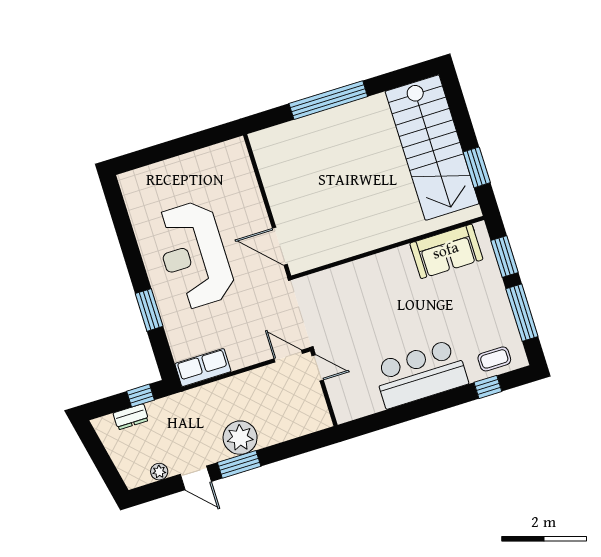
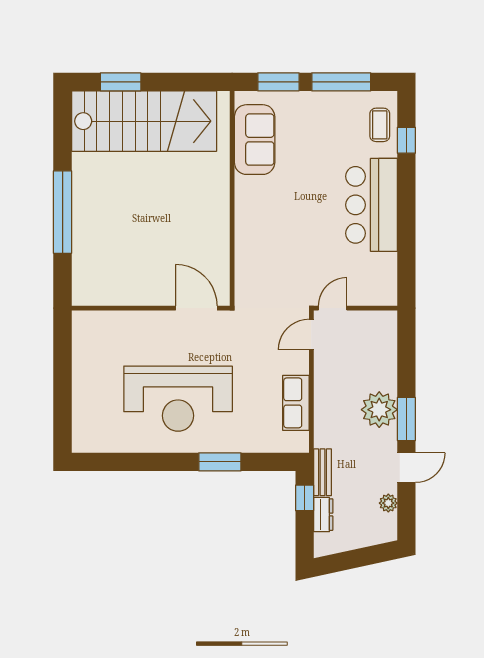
window: (477, 167) -> (121, 82), moved
door: (280, 246) -> (196, 308), swing flipped
row of seats: (203, 368) -> (296, 403), moved
bench: (168, 404) -> (322, 472), added

